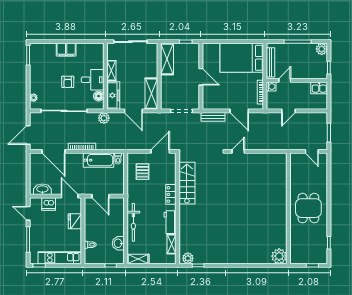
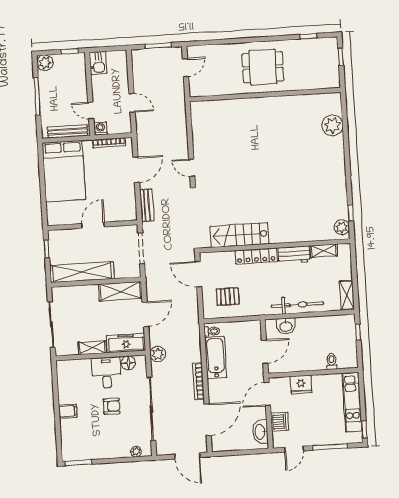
filing cabinet: (66, 50) -> (68, 411), width x0.50
shelving: (167, 59) -> (82, 272), width x1.47
locker: (171, 194) -> (256, 256), width x1.53
washbasin: (118, 243) -> (286, 326), moved
plant: (279, 256) -> (332, 125), moved

